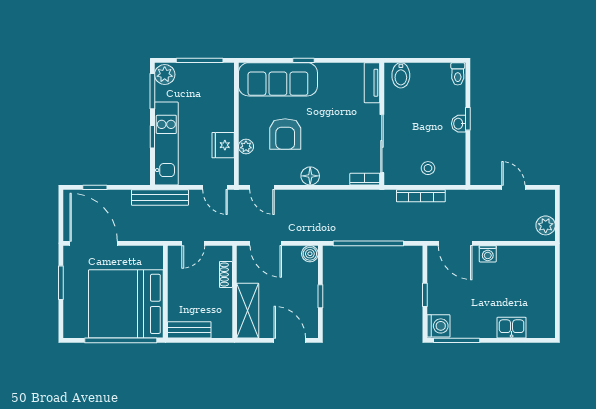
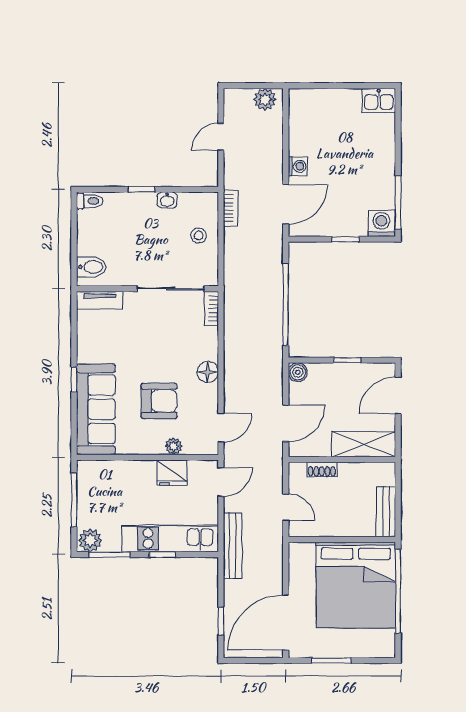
washbasin: (459, 124) -> (167, 200), moved
bookcase: (421, 196) -> (231, 208), moved, width x0.64
kitchen sink: (512, 328) -> (379, 100), moved, turned -90

